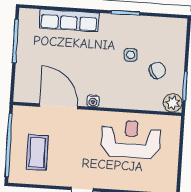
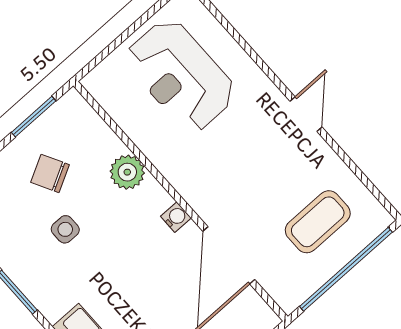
plant: (173, 103) -> (127, 172), moved
reception desk: (131, 139) -> (181, 75), moved

